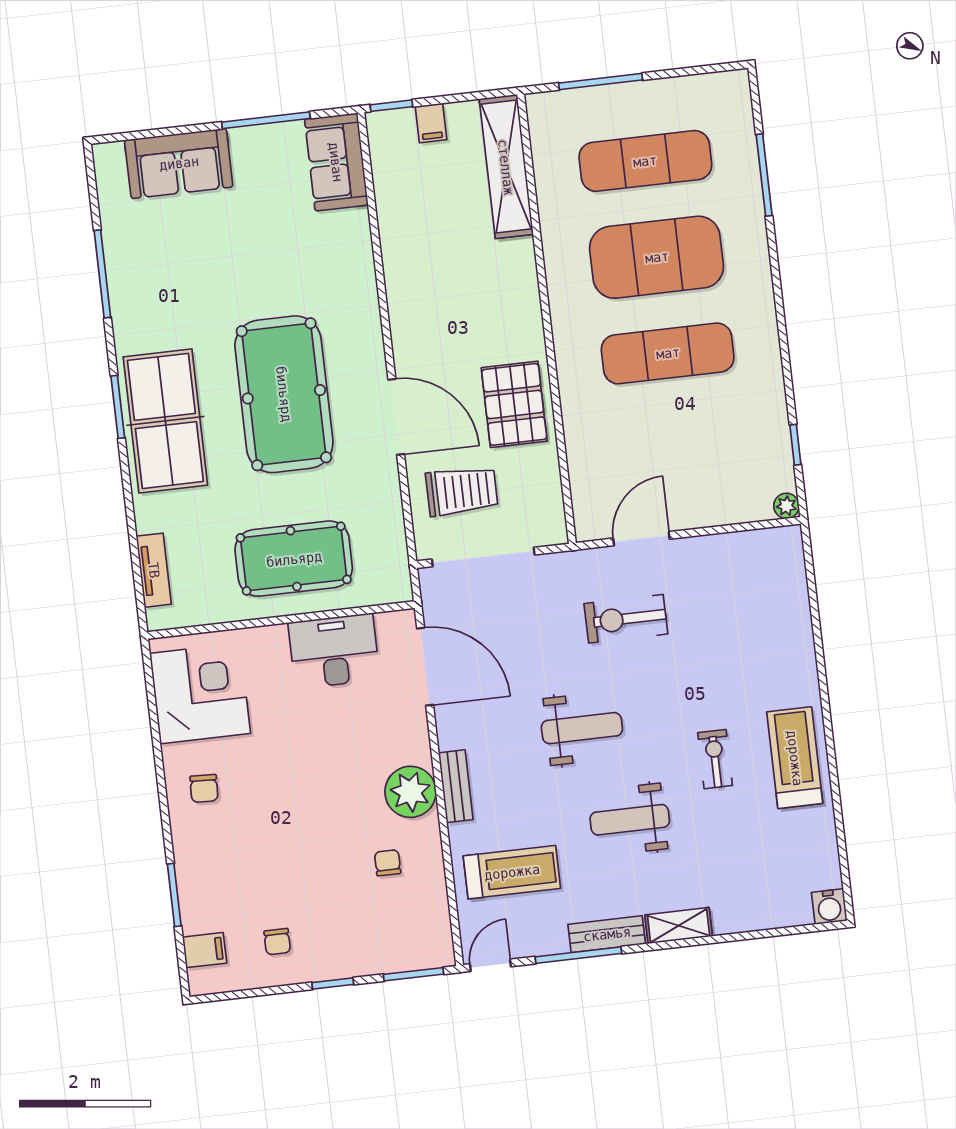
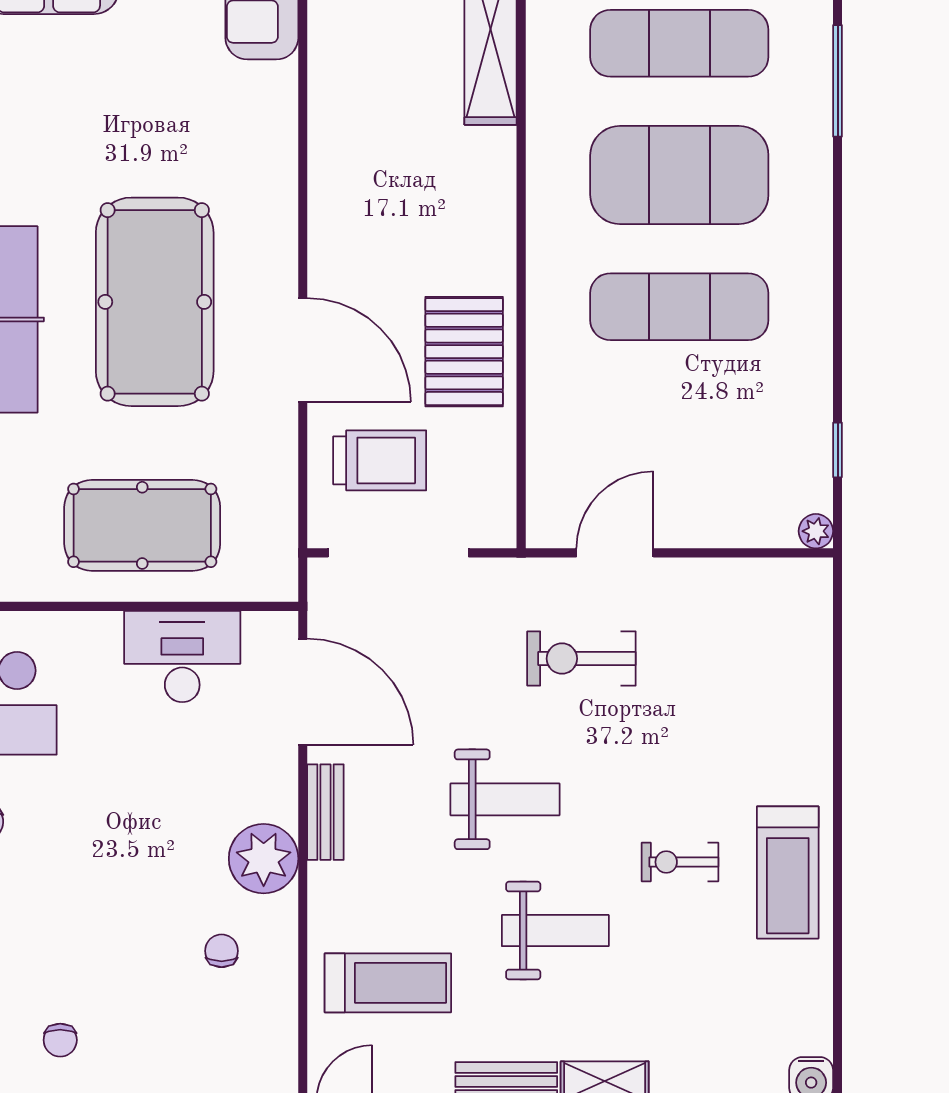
treadmill: (795, 758) -> (788, 872), turned 180
exercise bike: (715, 759) -> (680, 862), turned -90
bench: (456, 786) -> (325, 812), moved
weight bench: (630, 820) -> (555, 931), turned 180

